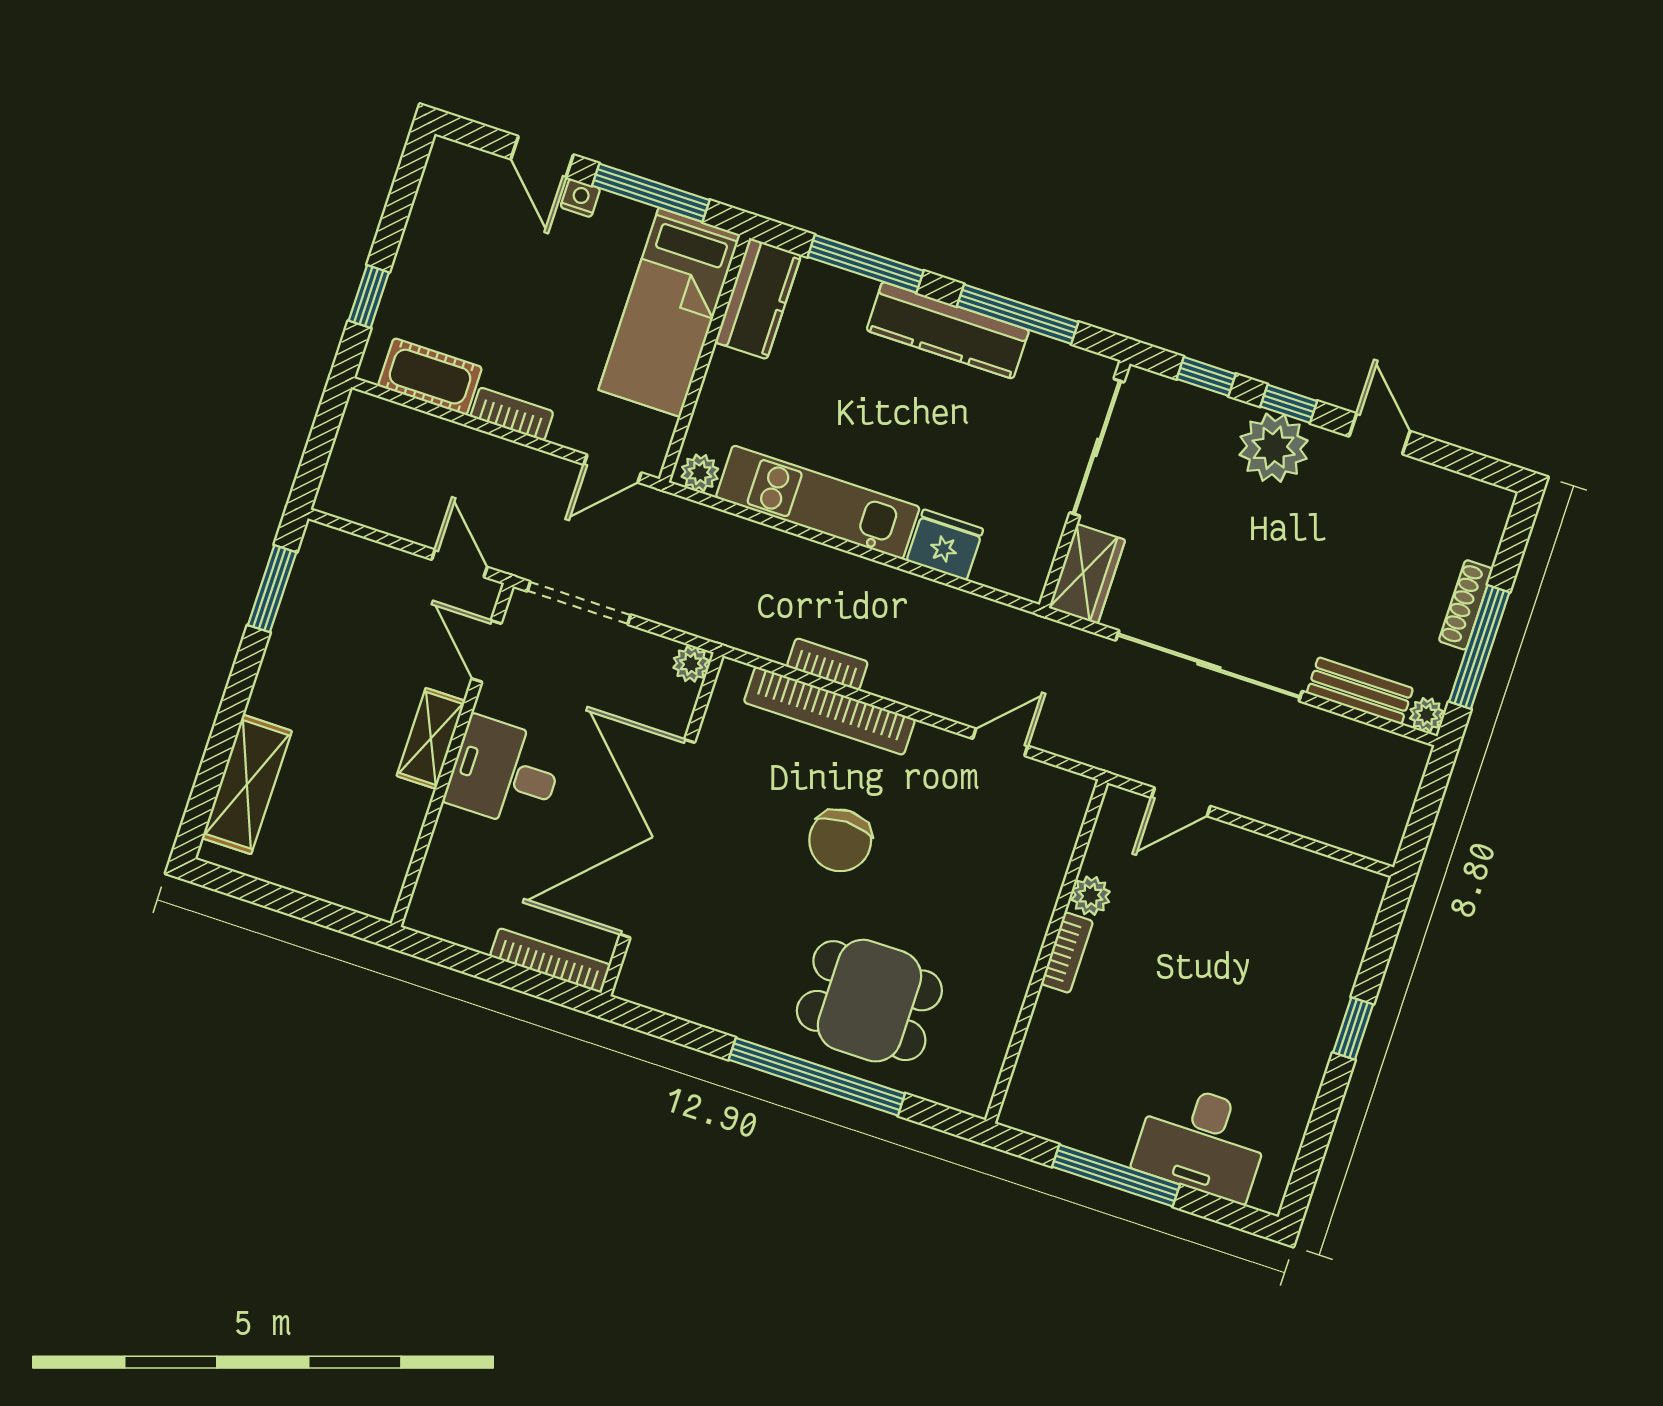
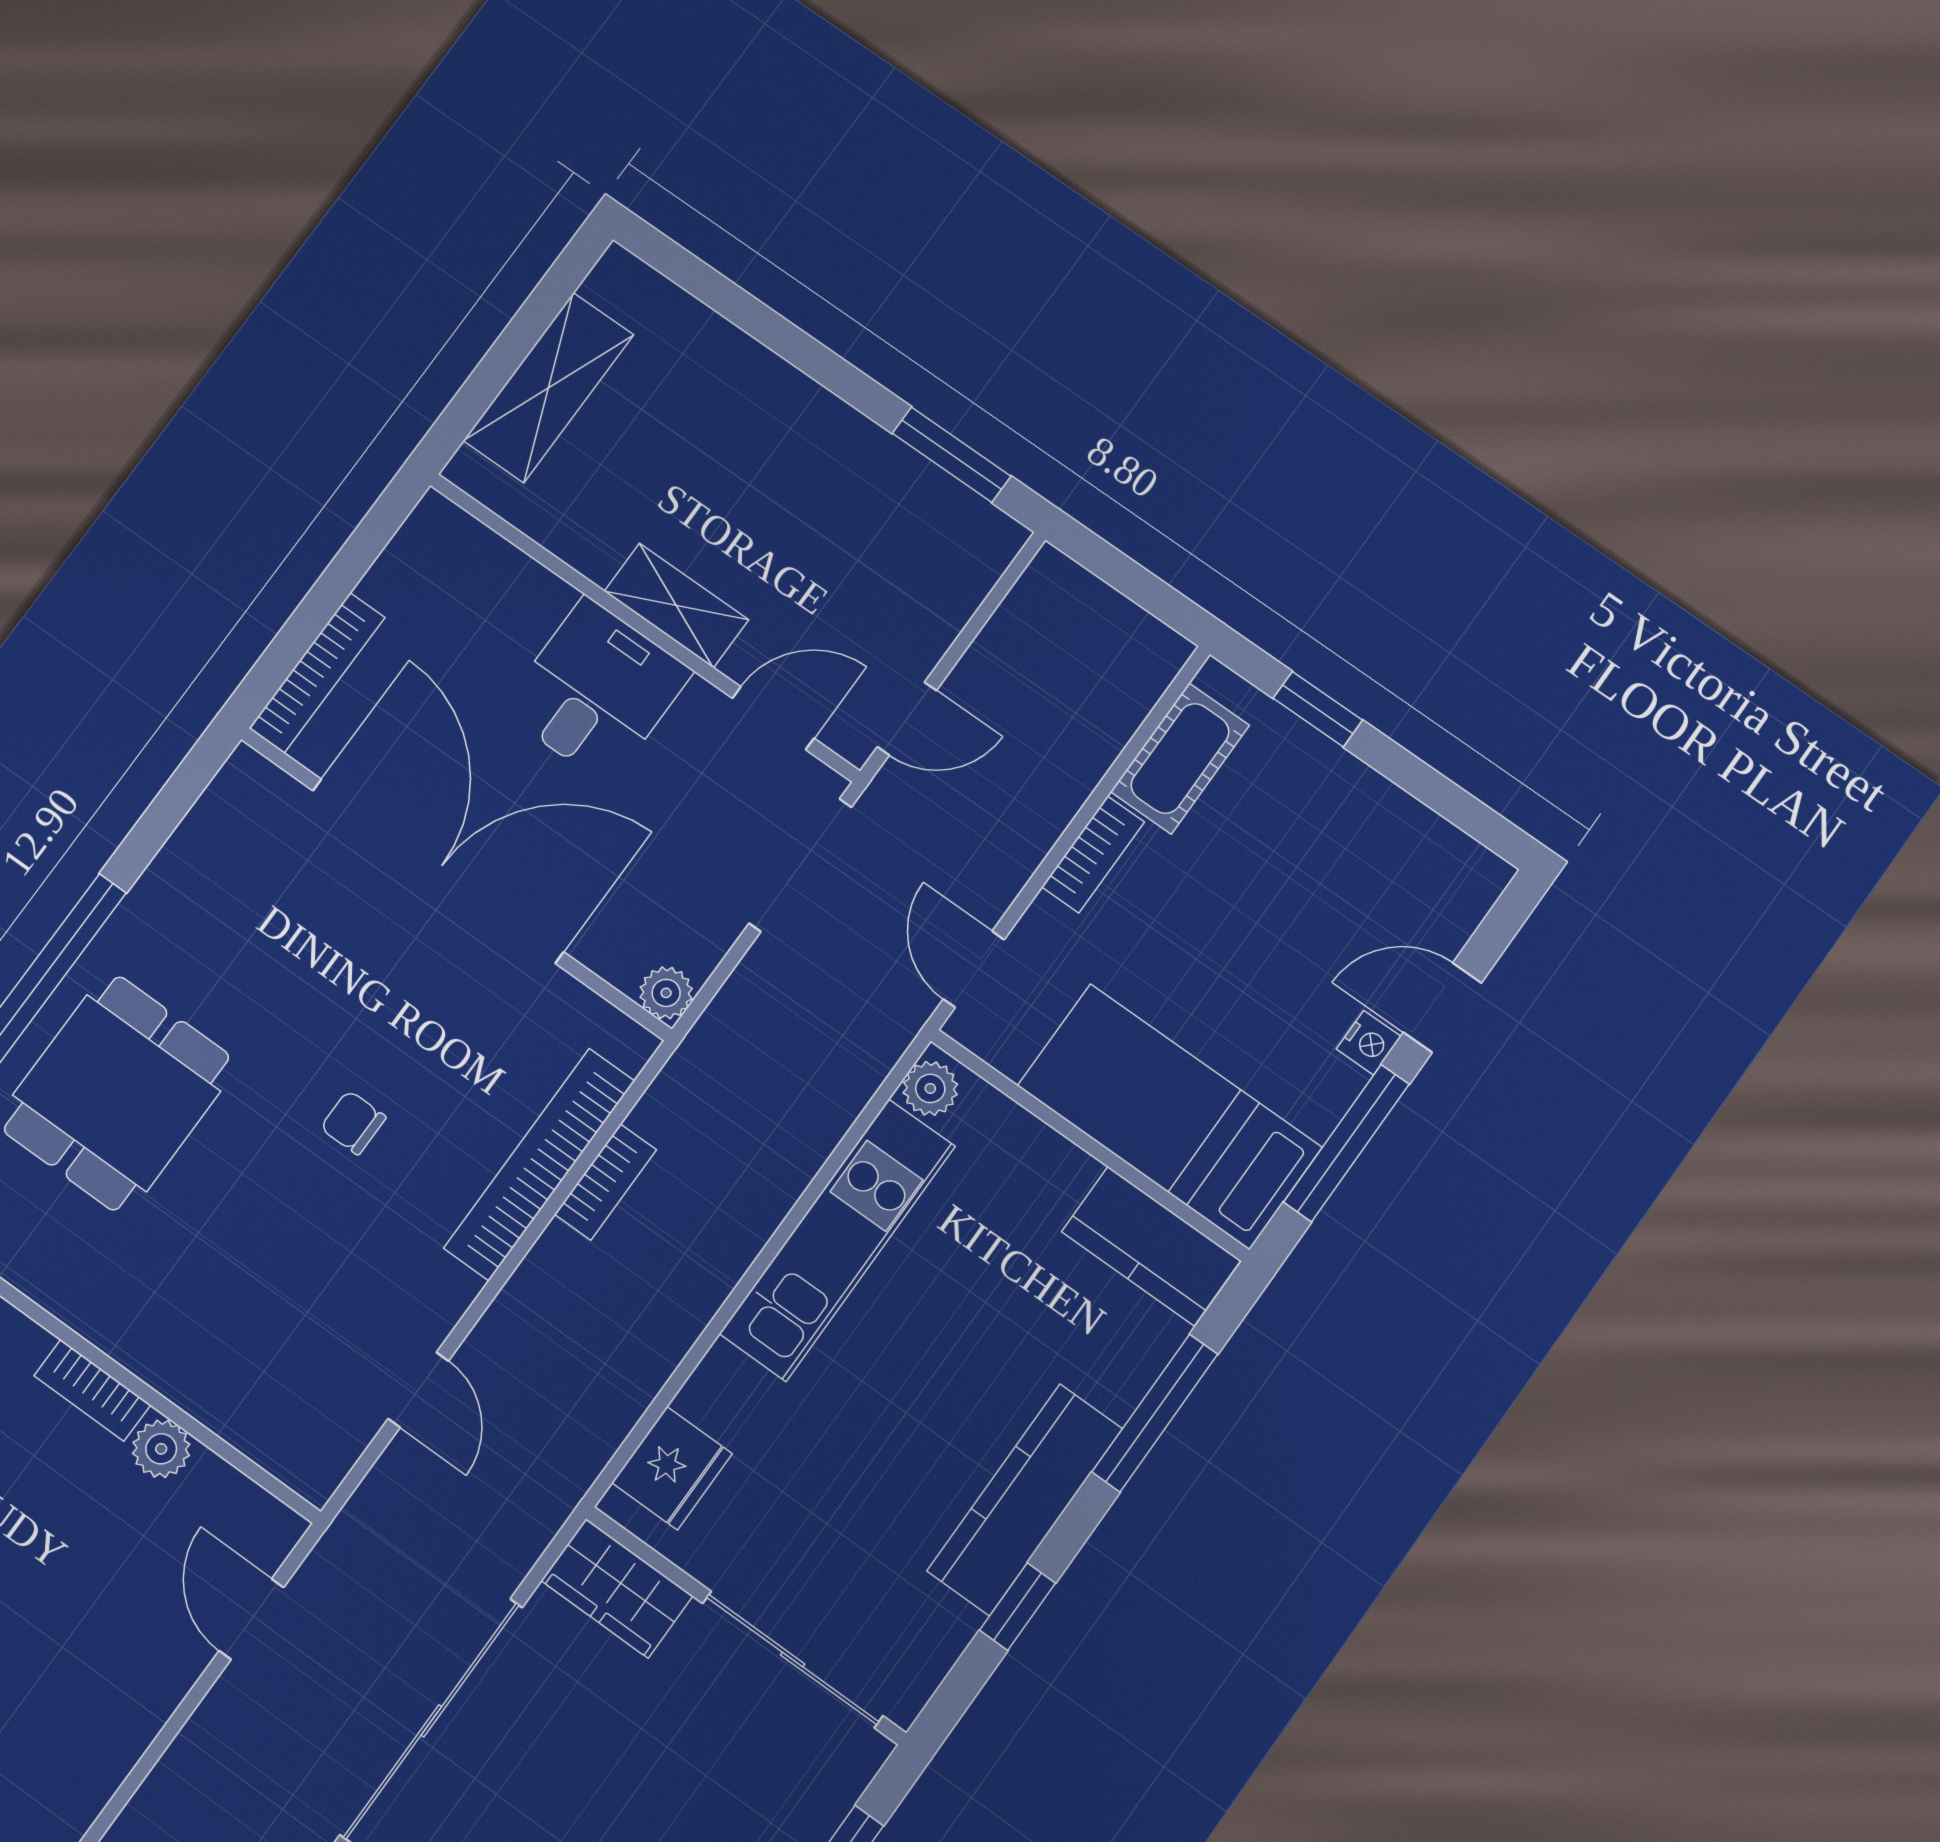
window: (1018, 314) -> (1018, 1607), width x0.46
fridge: (945, 545) -> (672, 1468), moved
shelving: (247, 784) -> (549, 388), moved, turned 90
chair: (840, 840) -> (353, 1123), width x0.54, depth x0.54

